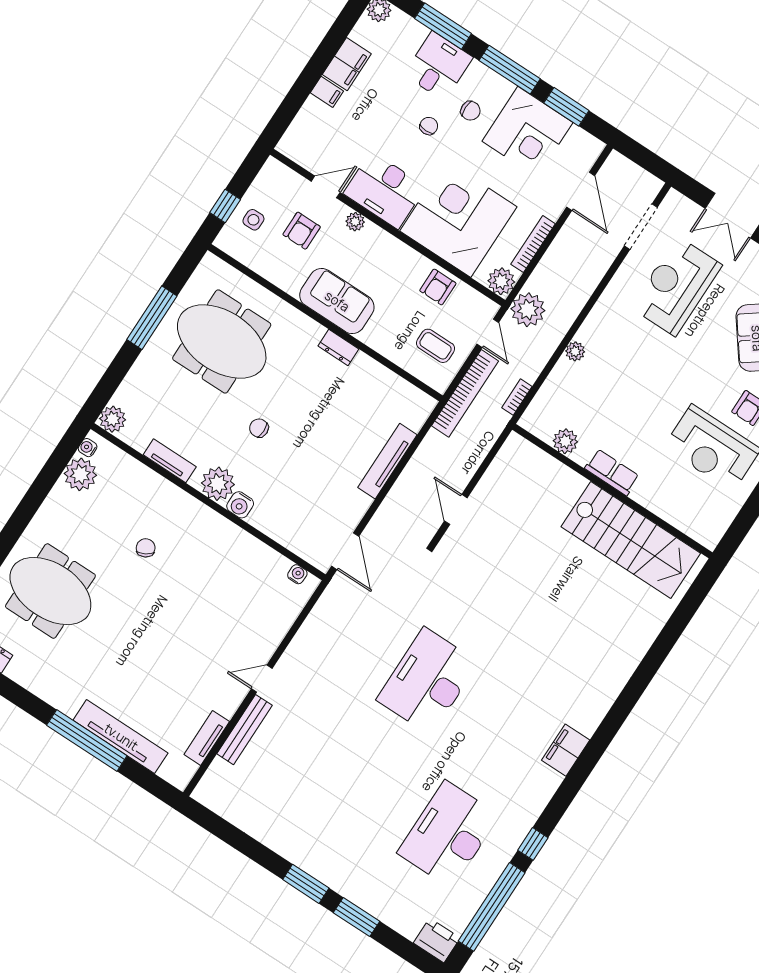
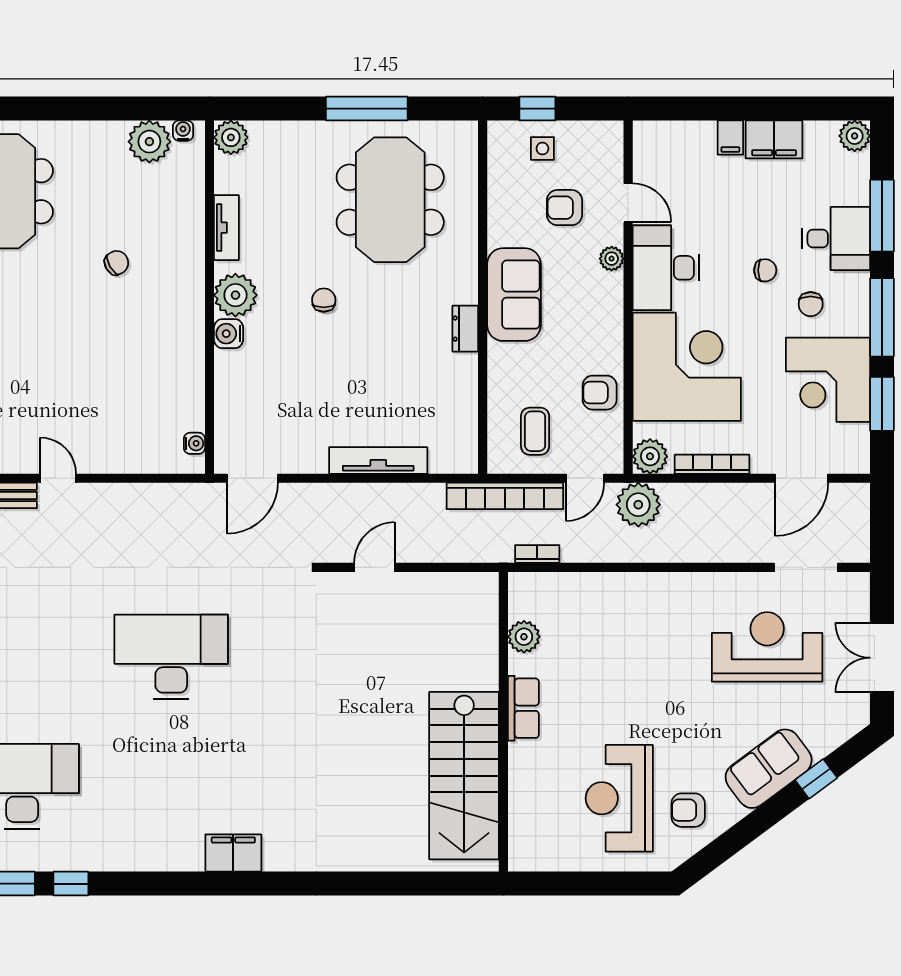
plant: (575, 351) -> (627, 584), removed
filing cabinet: (566, 750) -> (233, 853), moved

